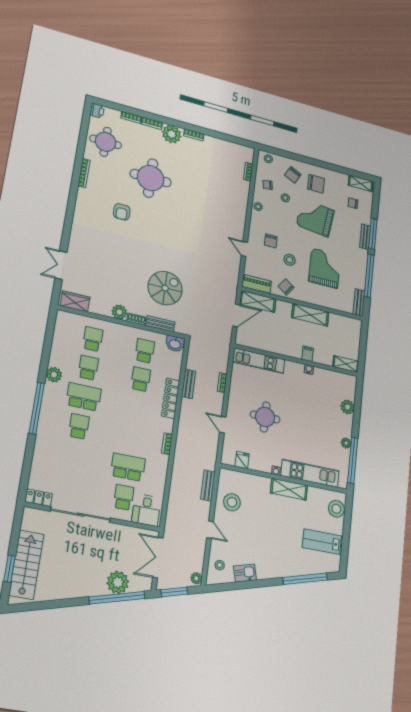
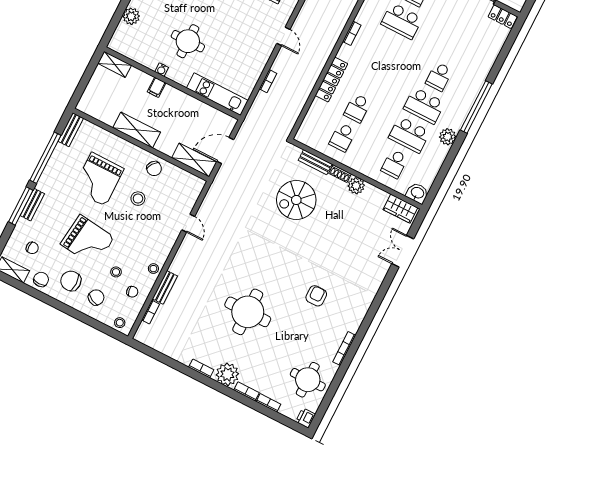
round table: (151, 178) -> (248, 312), moved
chair: (271, 241) -> (41, 279), moved
double door: (61, 265) -> (403, 251), swing flipped
piano: (257, 284) -> (188, 180), removed
washbasin: (175, 344) -> (417, 193), moved
school desk: (88, 368) -> (409, 135), width x1.85
bench: (189, 384) -> (165, 287), moved
round table: (265, 417) -> (188, 41), moved

